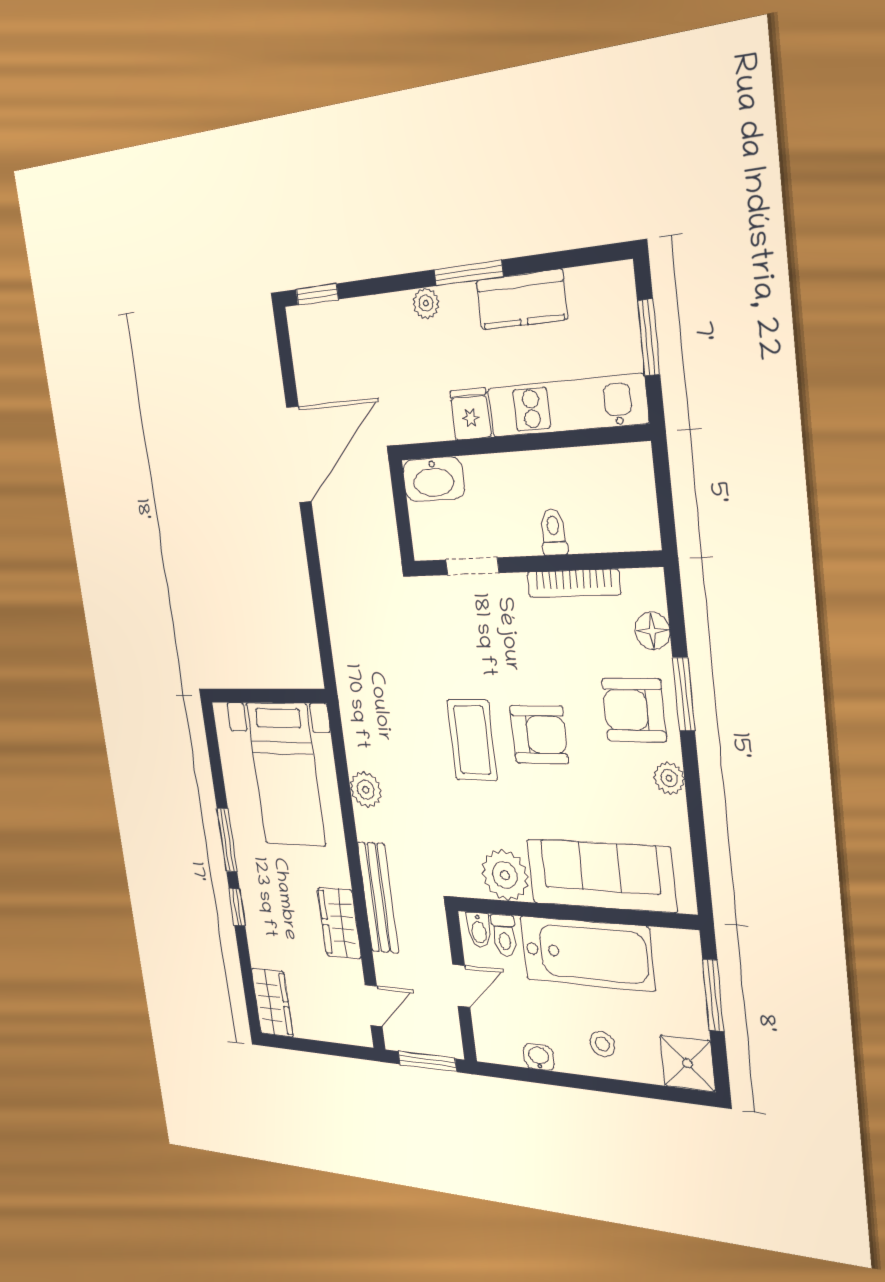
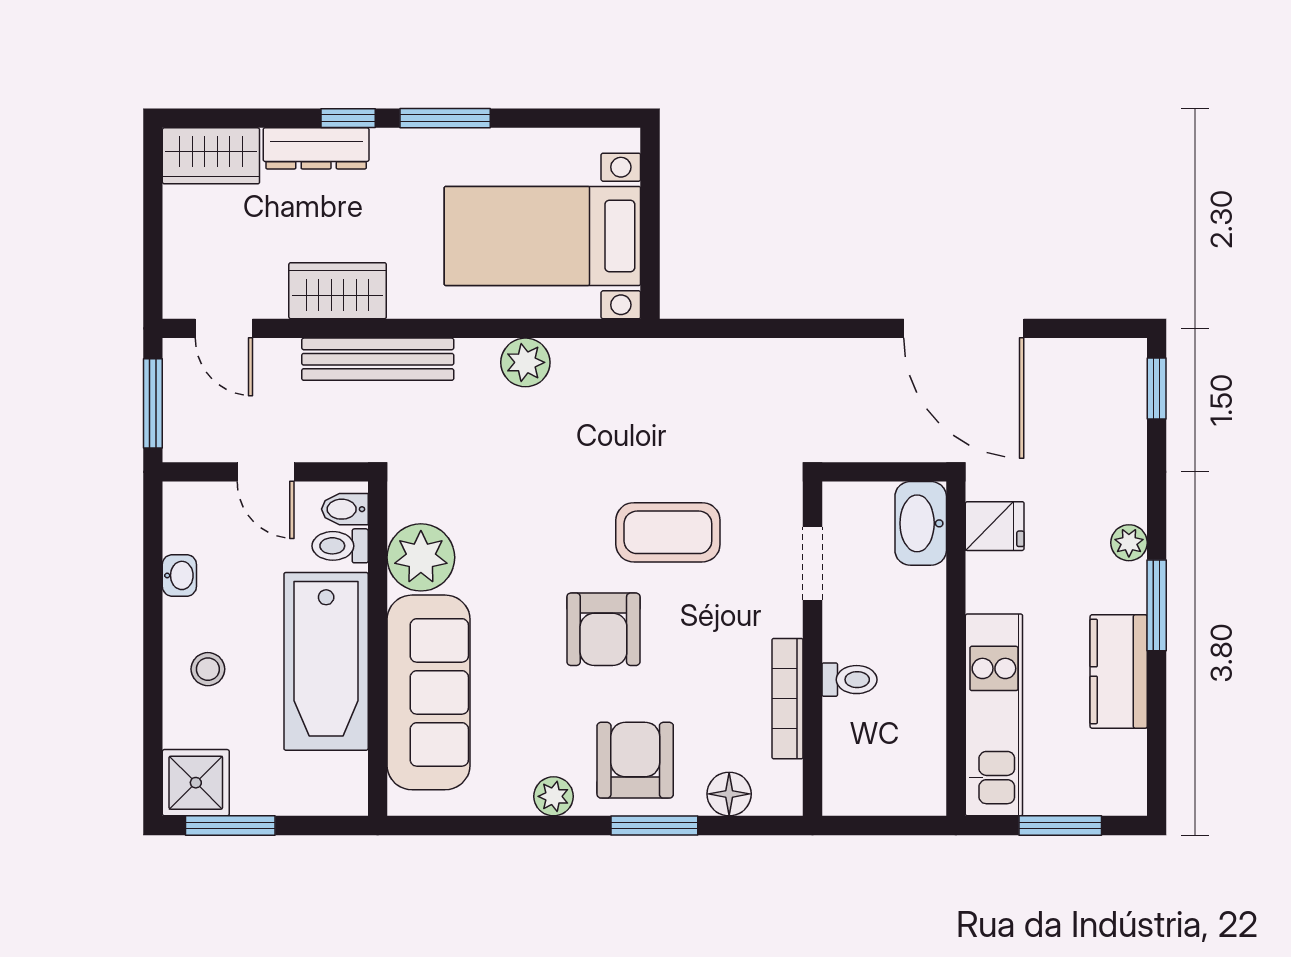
fridge: (470, 414) -> (995, 526), moved
coffee table: (472, 740) -> (668, 532), moved
dresser: (257, 931) -> (316, 148), added
window: (713, 995) -> (230, 826), moved

